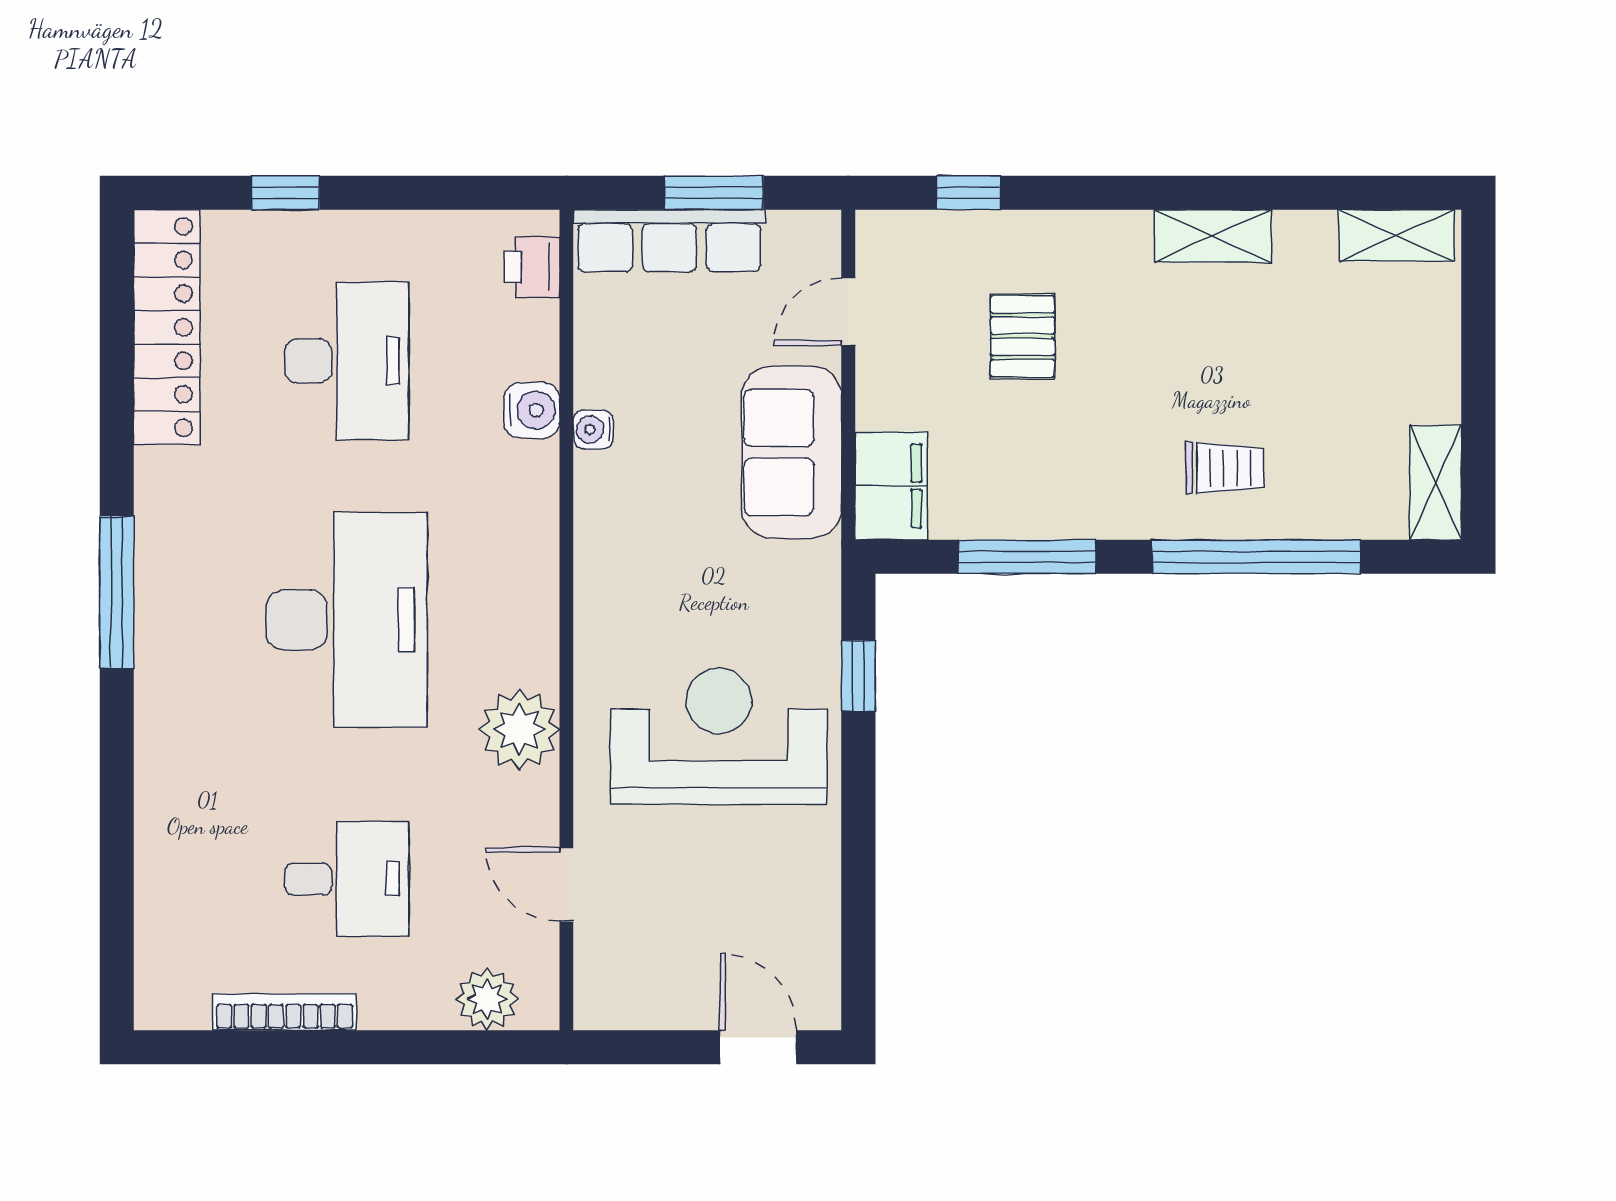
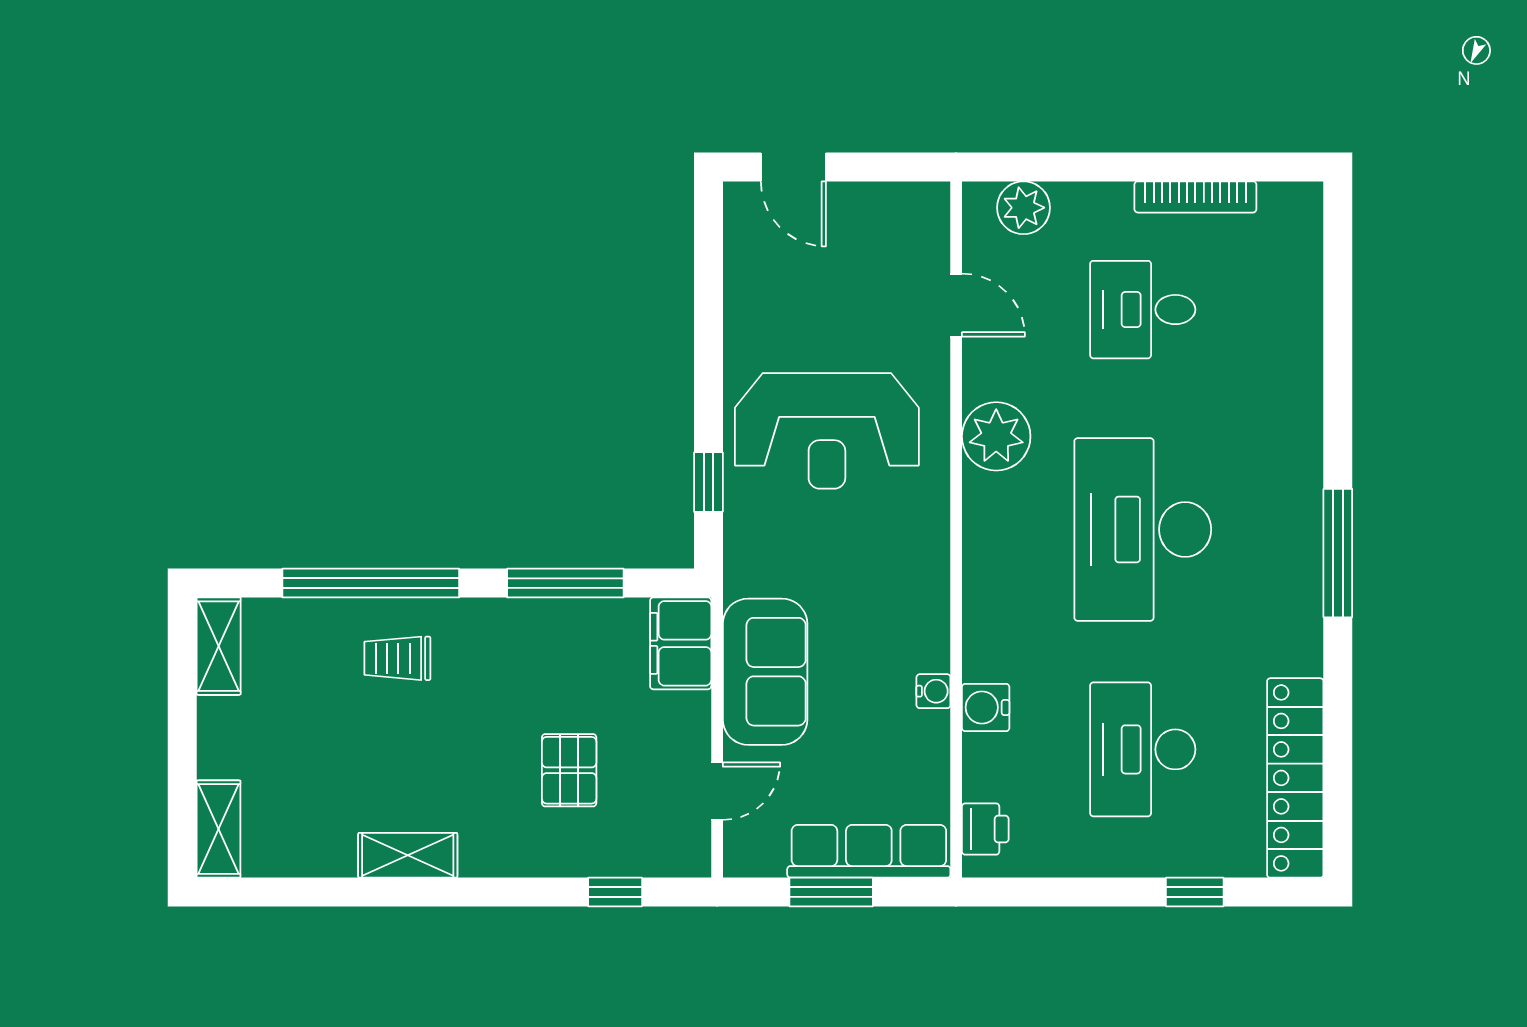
shelving: (1397, 235) -> (219, 829), moved, turned 90

